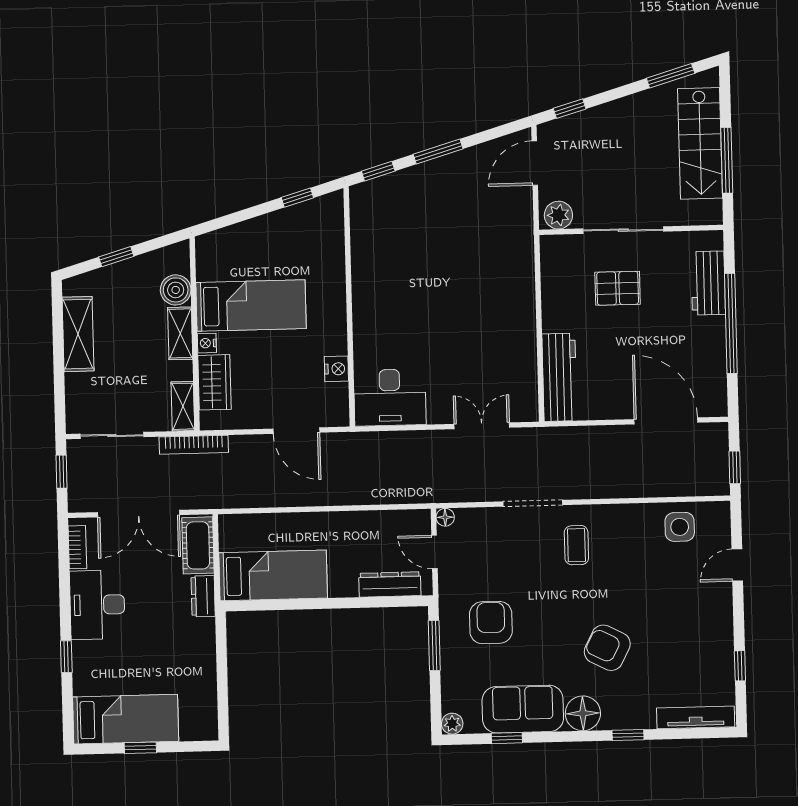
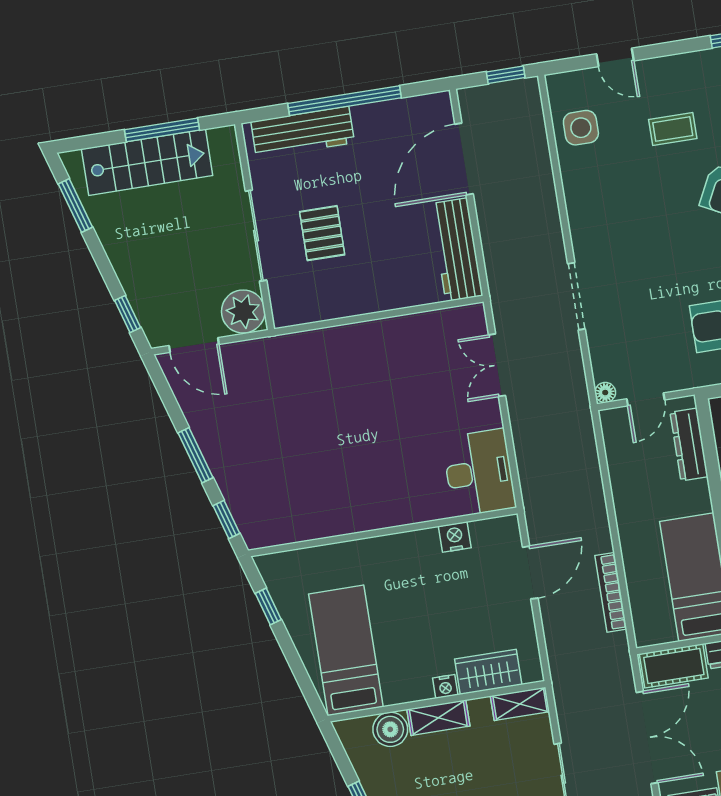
plant: (558, 215) -> (243, 311), width x1.36, depth x1.36
workbench: (708, 283) -> (303, 132), width x1.38
bed: (251, 305) -> (346, 650), moved
workbench: (559, 377) -> (457, 250), moved, turned -90
bookcase: (194, 445) -> (611, 592), moved, turned 180
coffee table: (576, 545) -> (673, 129), moved

